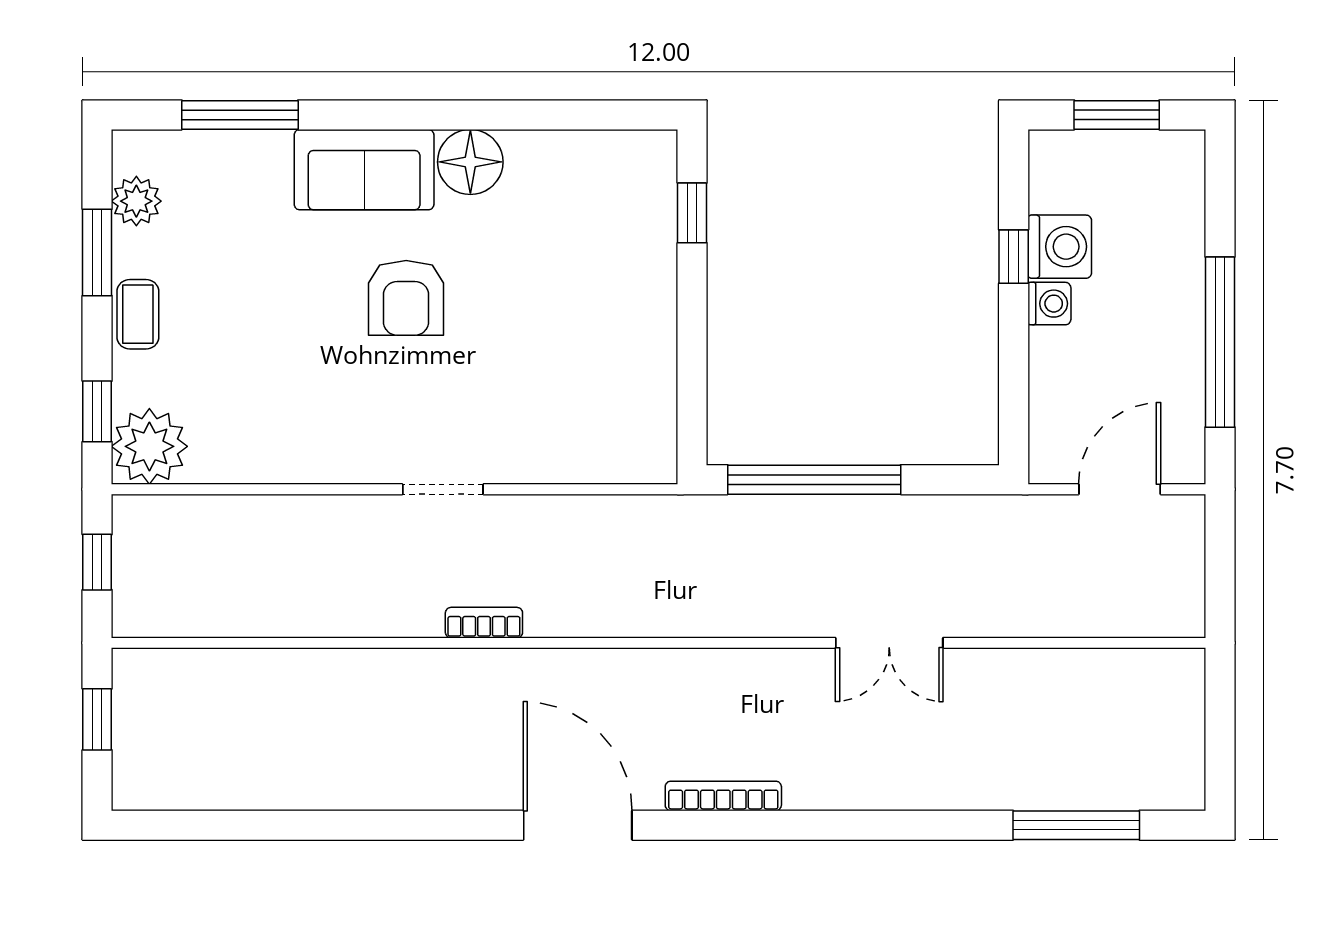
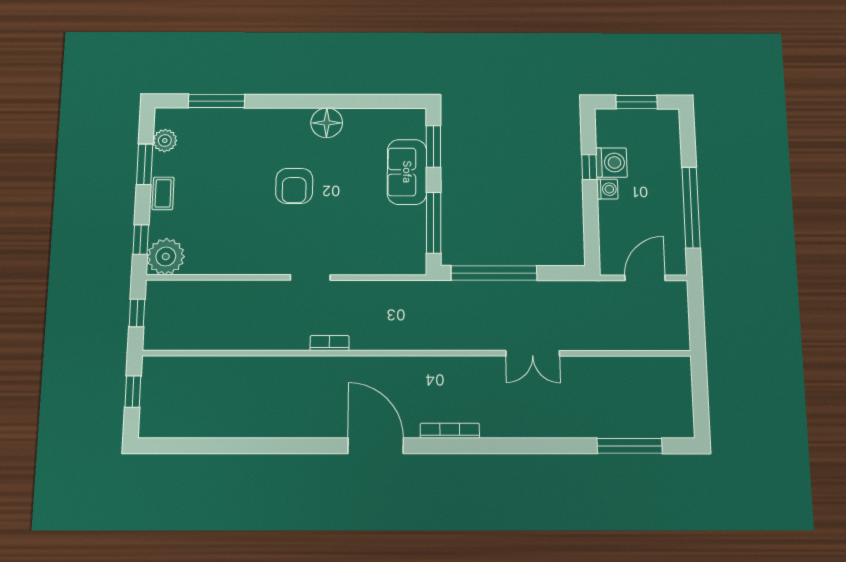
sofa: (364, 170) -> (407, 172), moved, turned 90
window: (692, 213) -> (433, 146), width x1.50
window: (692, 375) -> (434, 223), added

